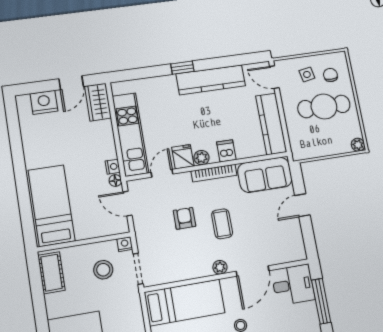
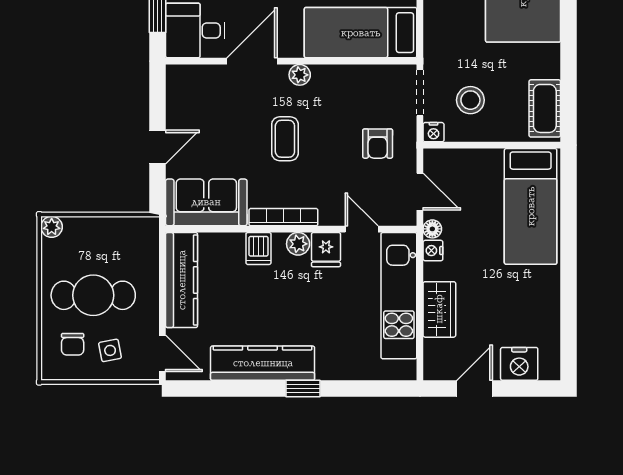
wardrobe: (98, 102) -> (439, 309), moved
door: (162, 173) -> (362, 229), swing flipped
armchair: (184, 218) -> (378, 144), moved

